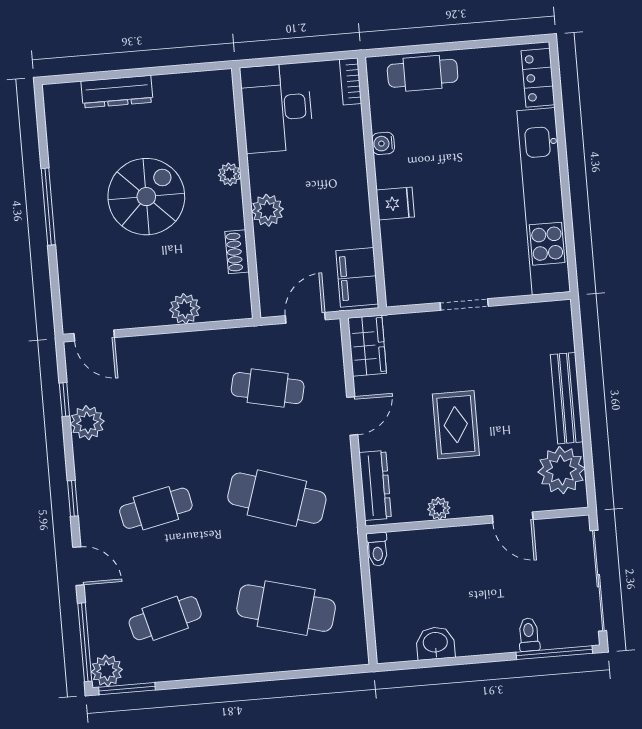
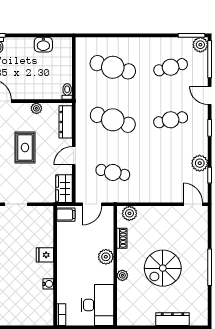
cafe table: (423, 73) -> (27, 316), removed
filing cabinet: (357, 277) -> (66, 215), width x0.50
plant: (185, 309) -> (129, 213), moved

